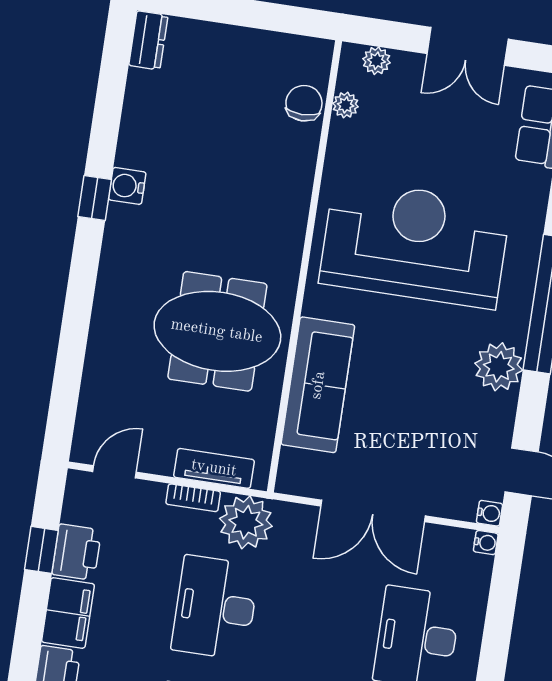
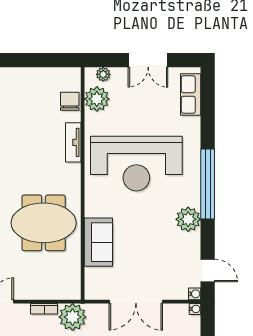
plant: (346, 105) -> (97, 99), width x1.88, depth x1.88
reception desk: (415, 244) -> (136, 164), turned 180
sofa: (318, 385) -> (98, 242), width x0.73
tv unit: (214, 468) -> (73, 142), moved, turned -90

